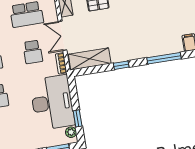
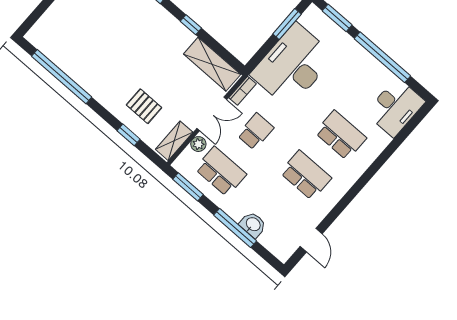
window: (78, 118) -> (287, 24), width x1.50
plant: (71, 132) -> (198, 144), moved

